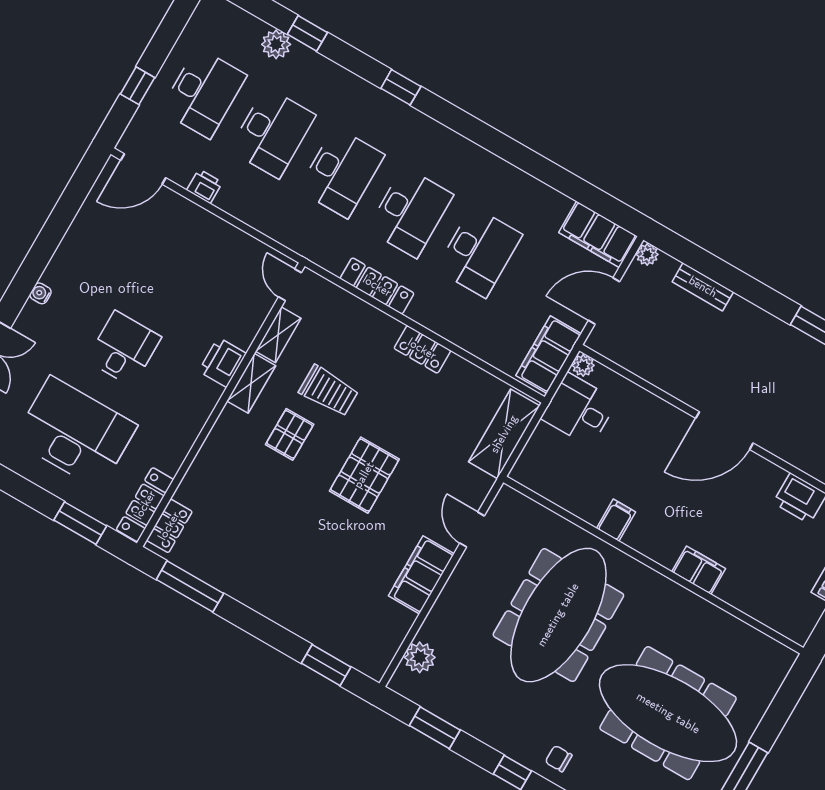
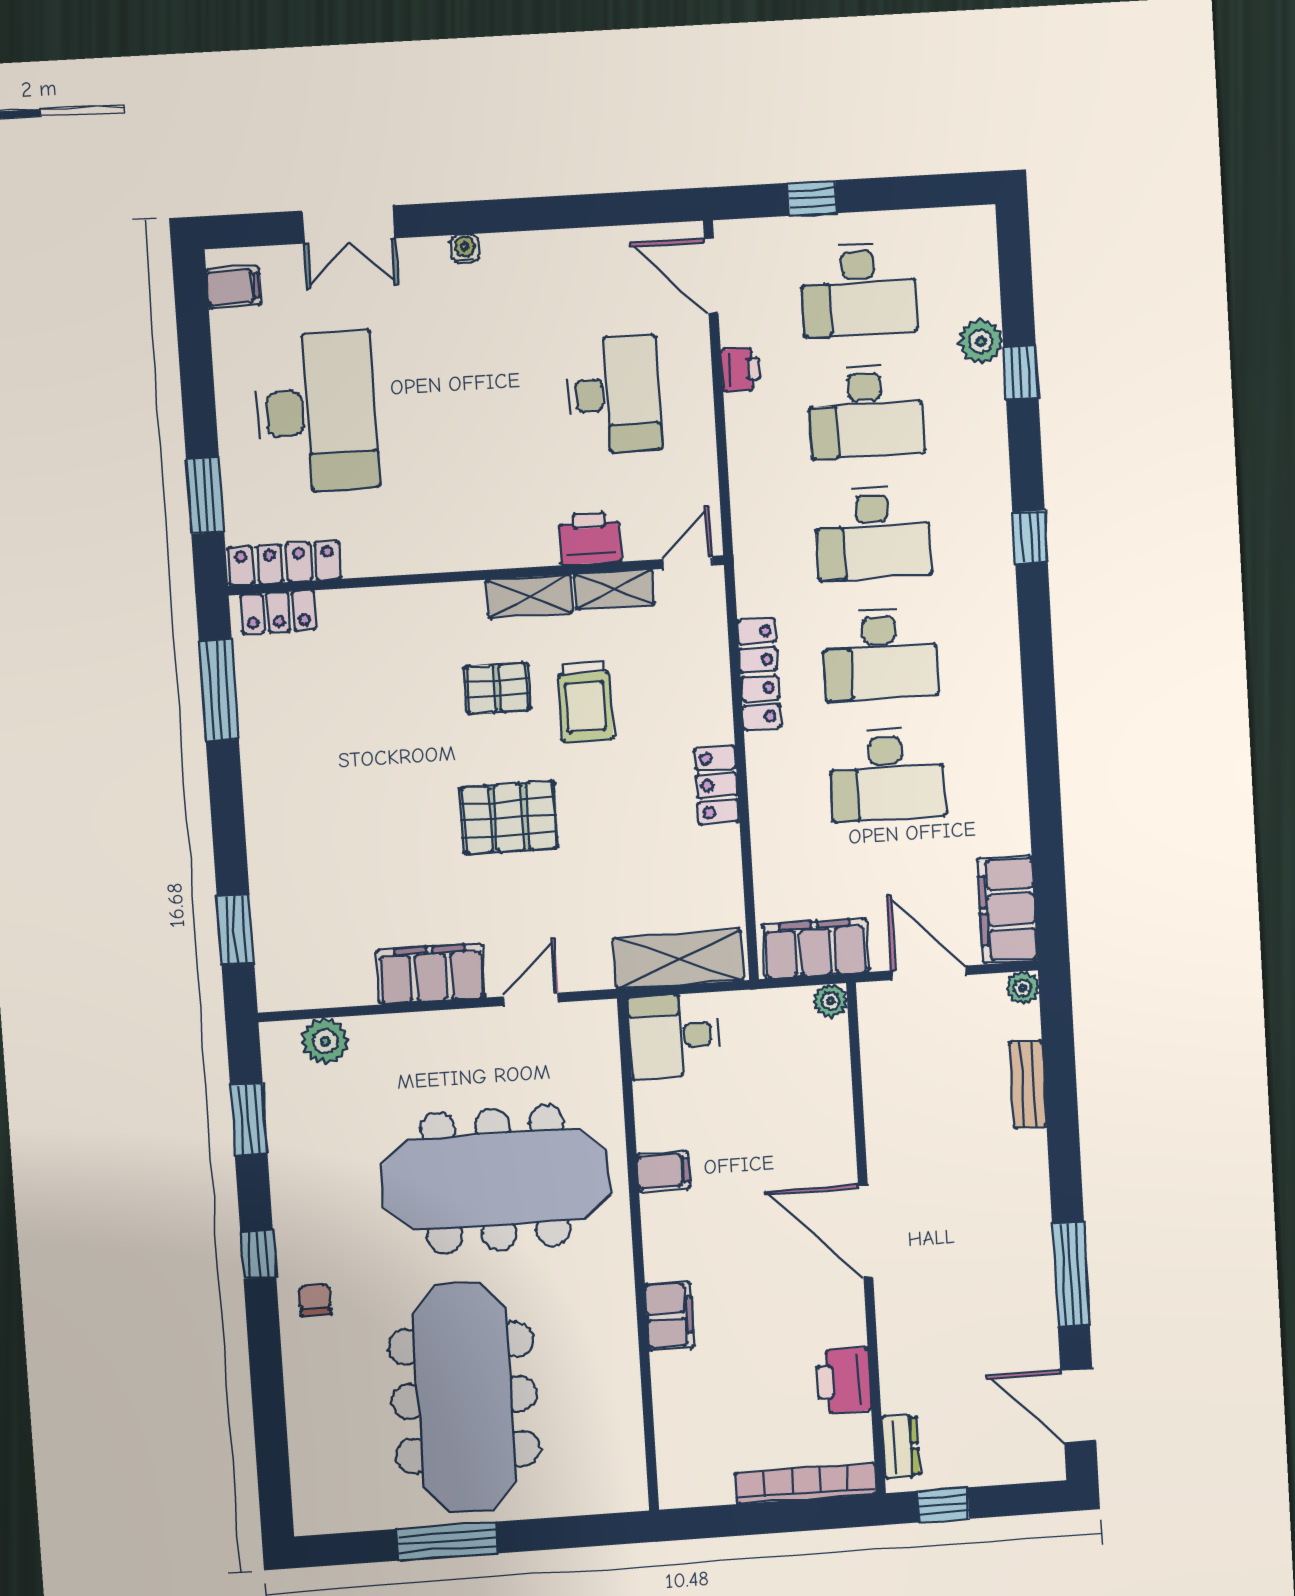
desk: (124, 349) -> (614, 394), moved, width x1.37
printer: (222, 362) -> (590, 538), moved
desk: (579, 410) -> (674, 1036), moved, turned -90

